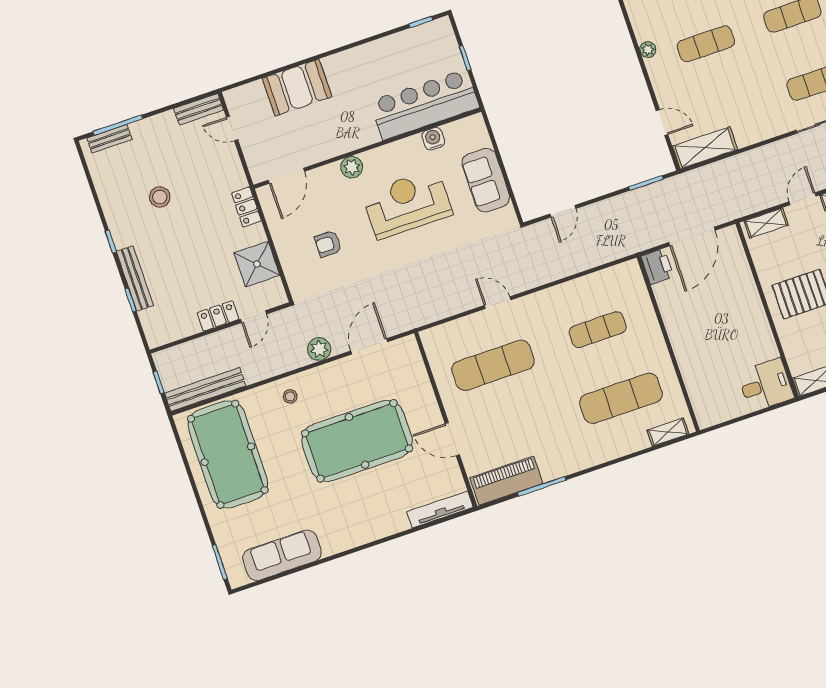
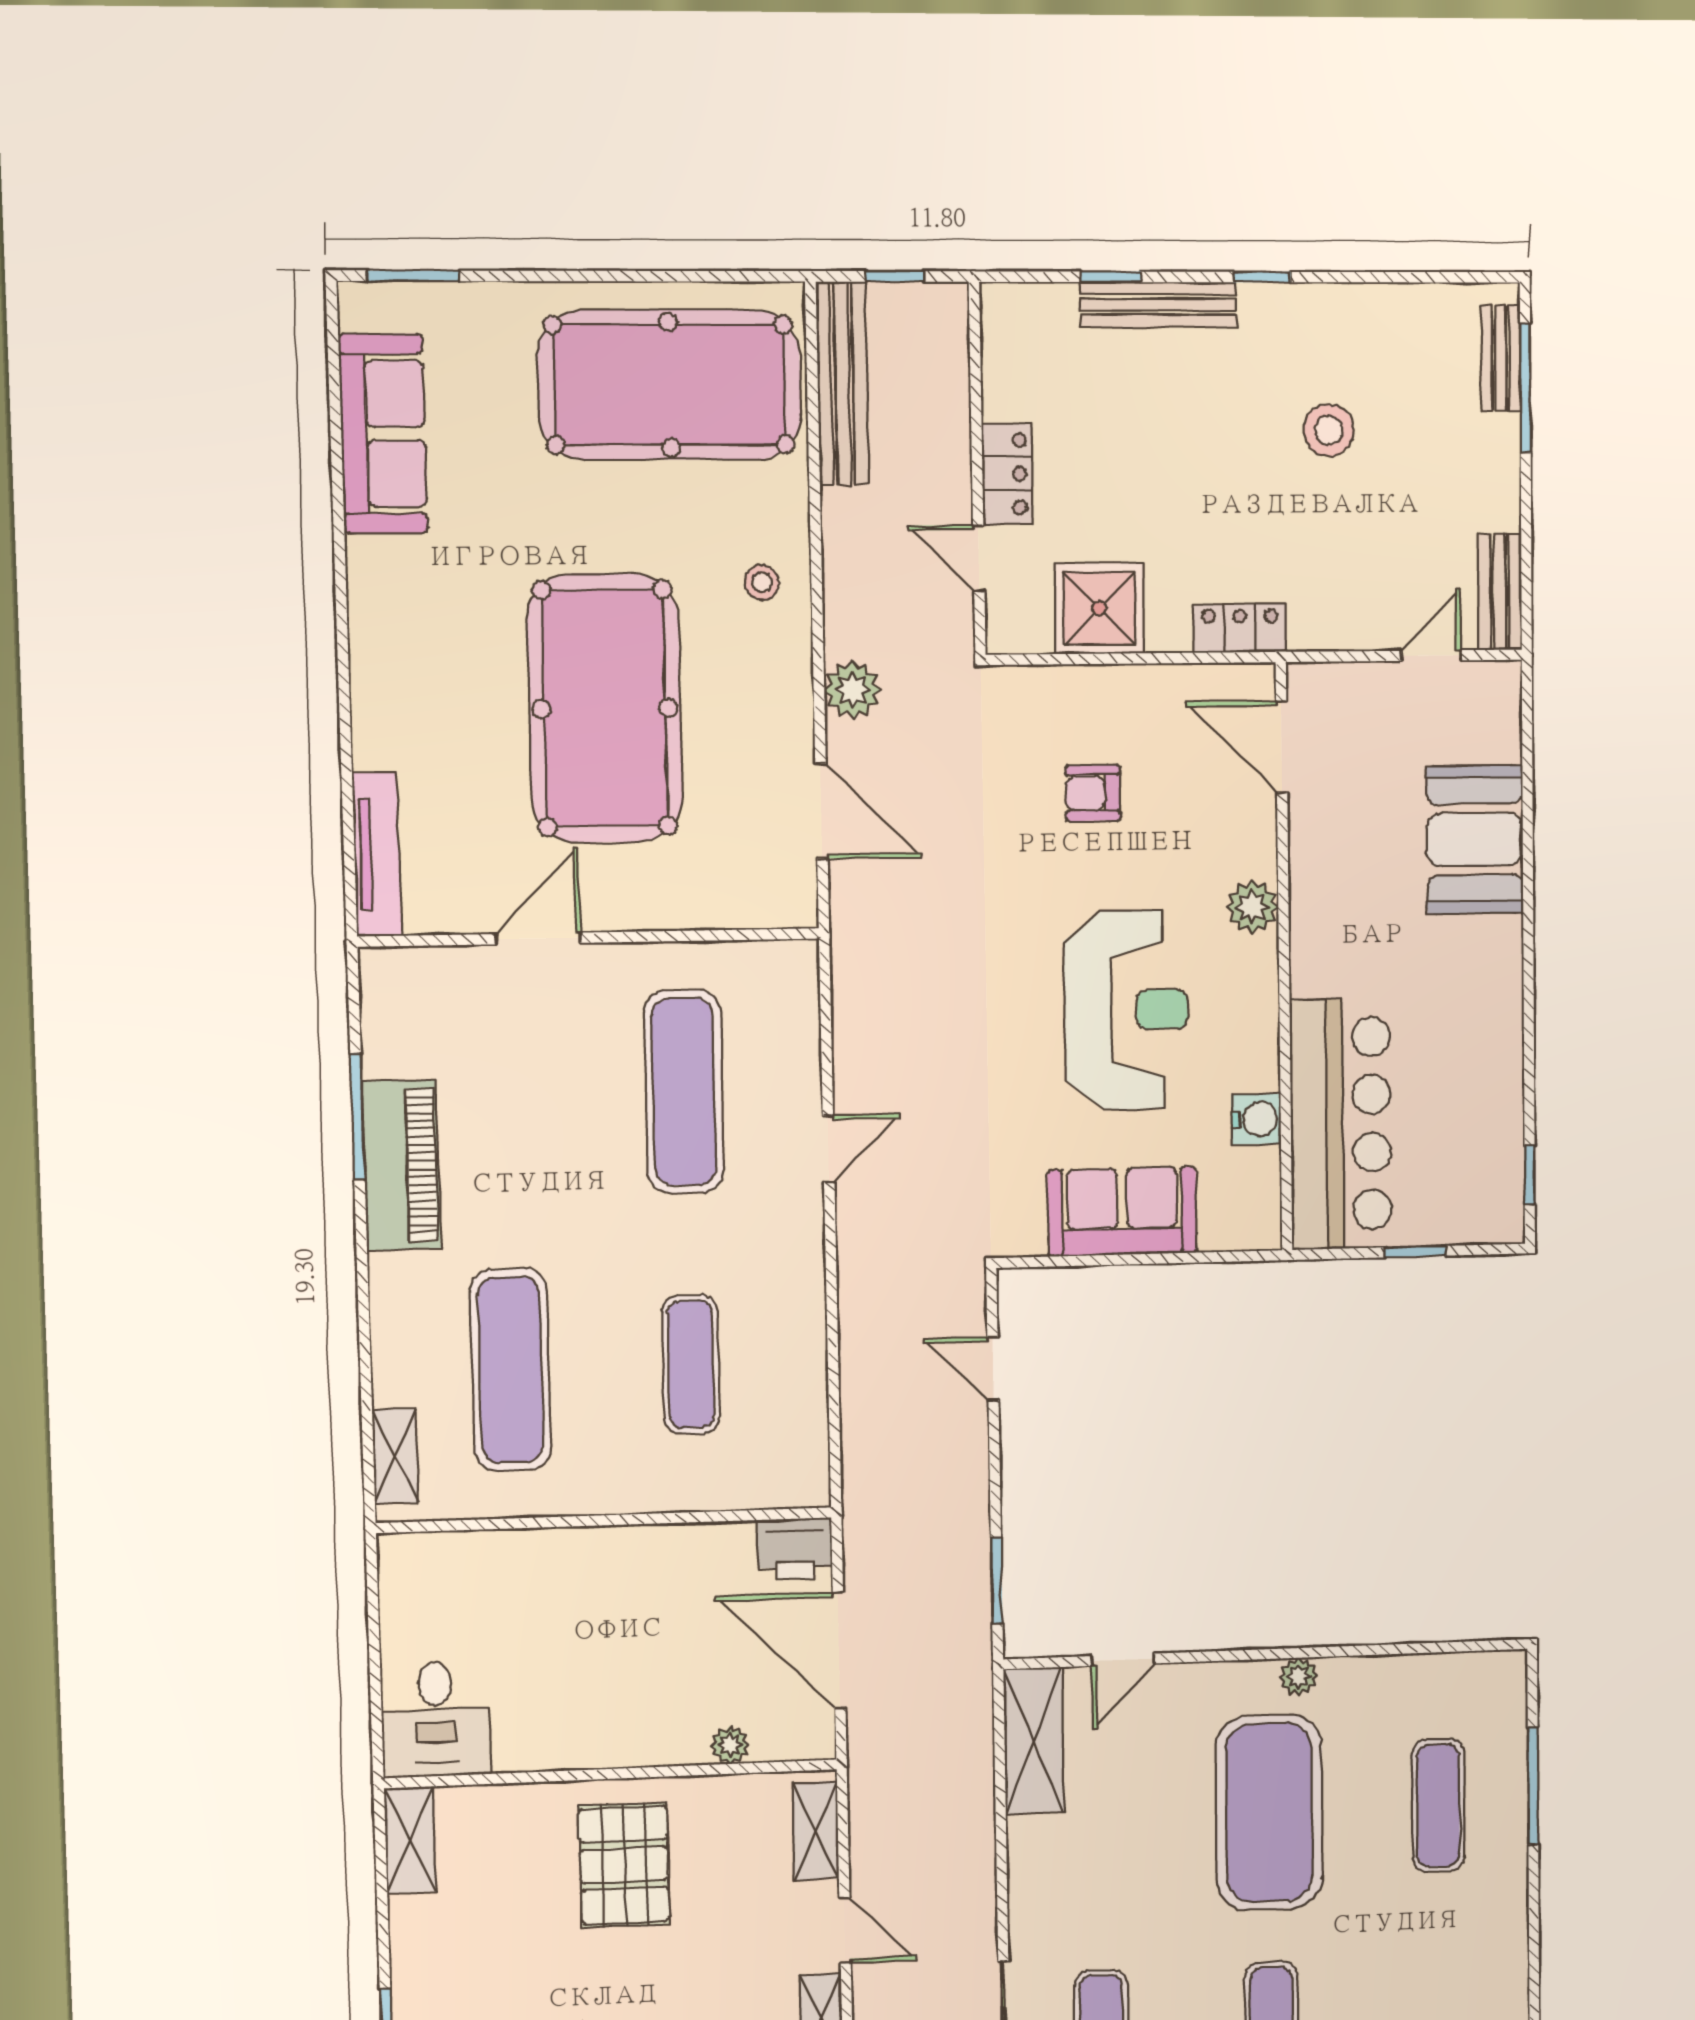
exercise mat: (706, 44) -> (1269, 1813), width x2.00, depth x1.45
armchair: (328, 244) -> (1093, 793), turned -90
plant: (742, 268) -> (730, 1745), added
piano: (506, 481) -> (401, 1165), moved

